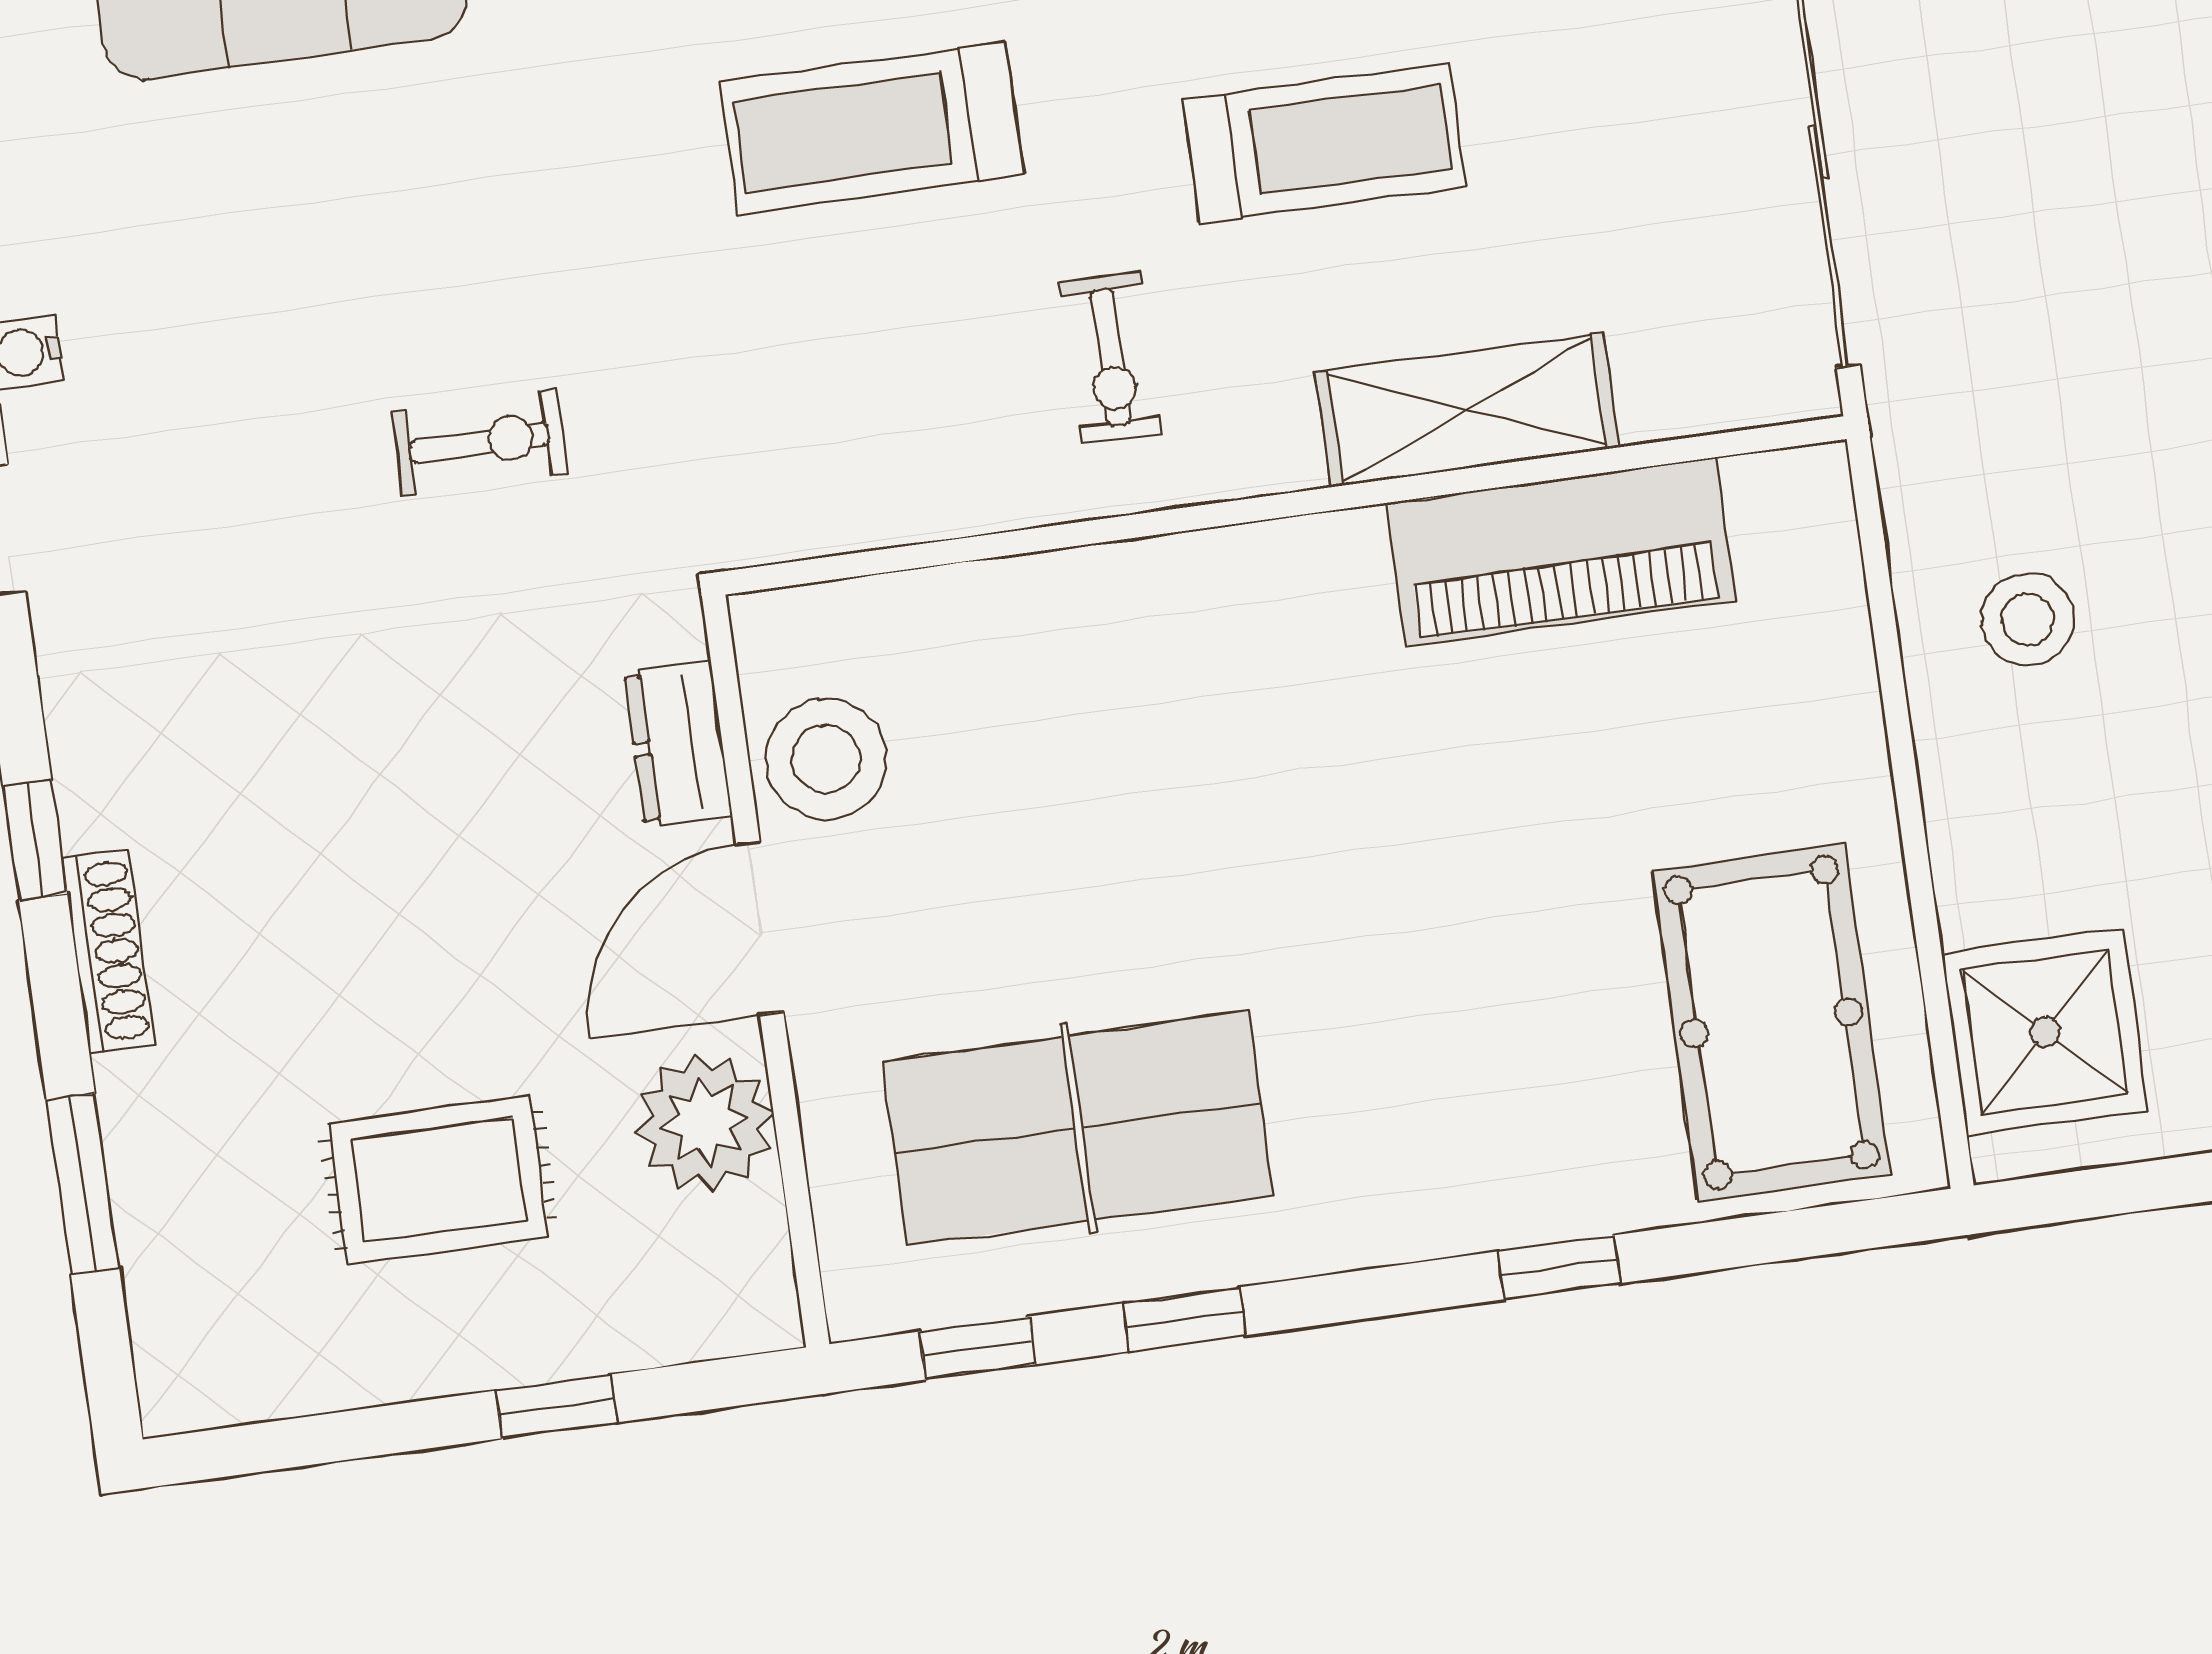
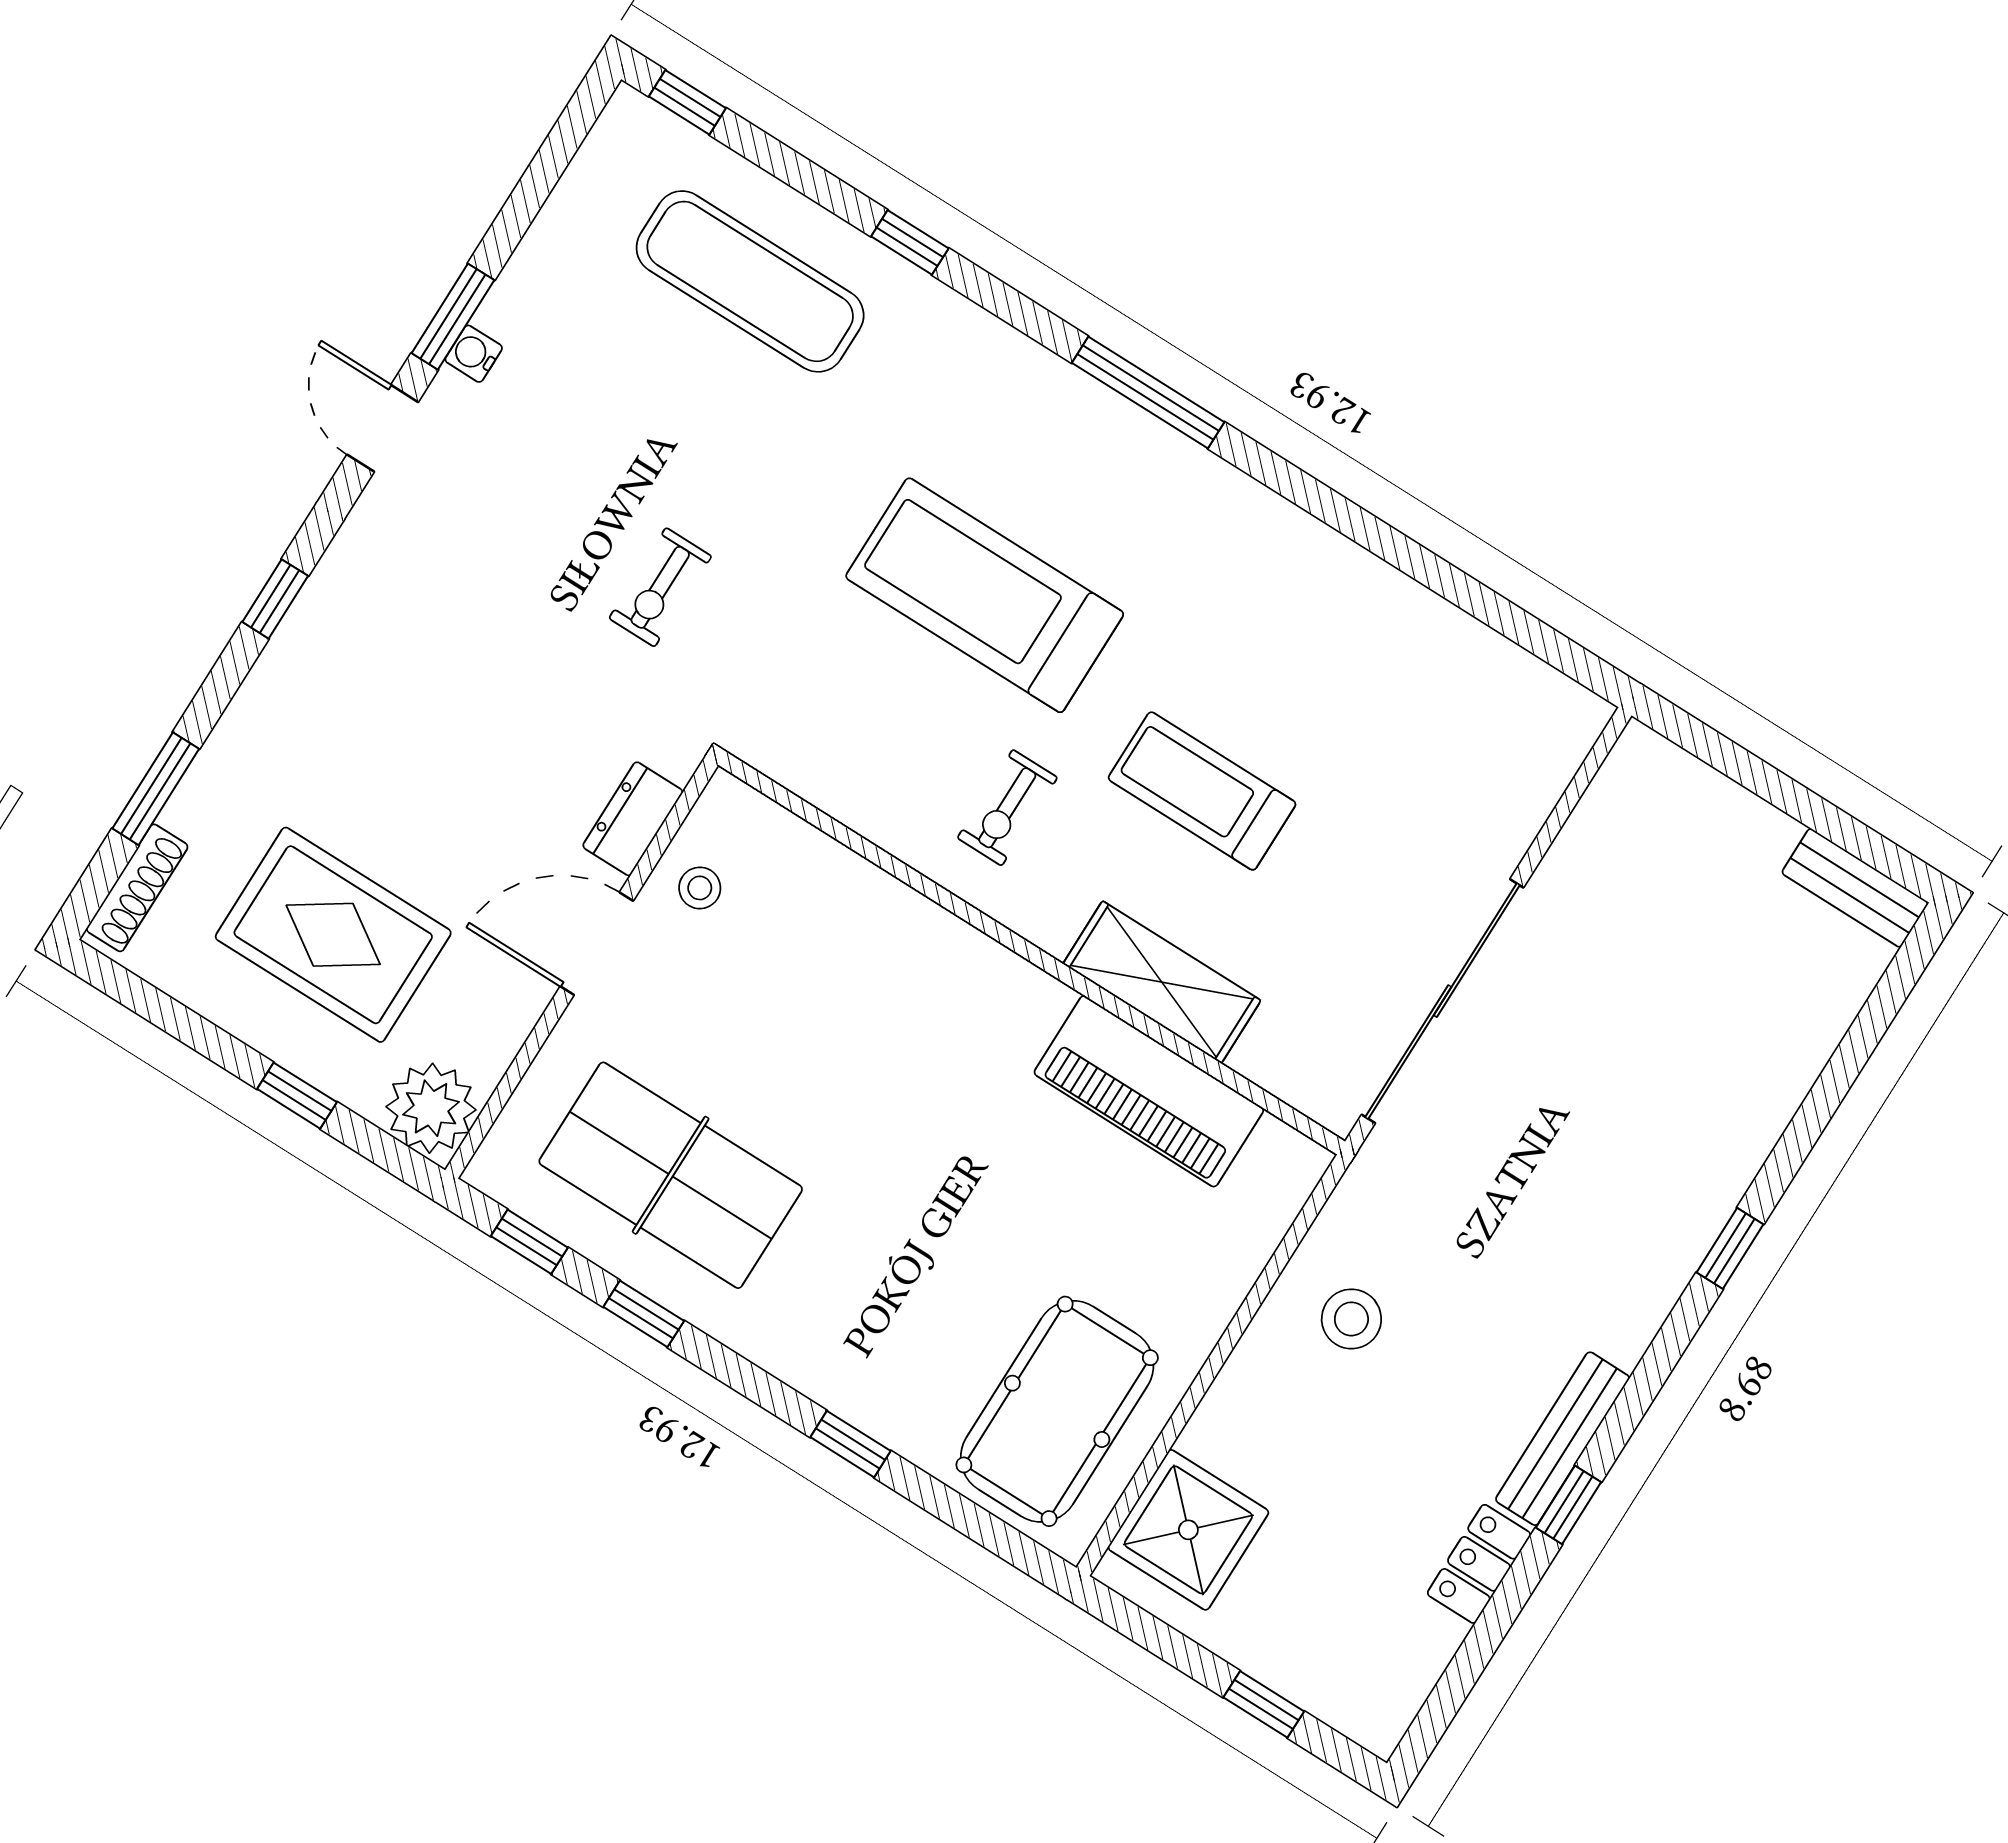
treadmill: (872, 128) -> (985, 595), width x1.37, depth x1.37
treadmill: (1324, 143) -> (1202, 791), turned 180
exercise bike: (480, 442) -> (660, 587), turned 90
stool: (826, 759) -> (700, 888), width x0.53, depth x0.53
shoe rack: (109, 952) -> (137, 888), moved
plant: (705, 1122) -> (431, 1108), moved
rug: (439, 1180) -> (333, 935), width x1.36, depth x1.43

